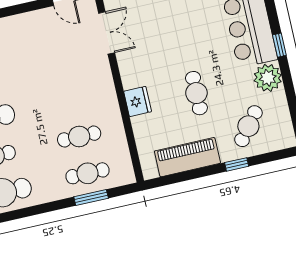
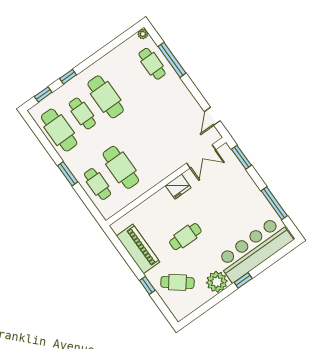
fridge: (137, 101) -> (178, 187), moved
cafe table: (79, 137) -> (121, 167), width x1.37, depth x1.35
window: (91, 198) -> (68, 174), moved

